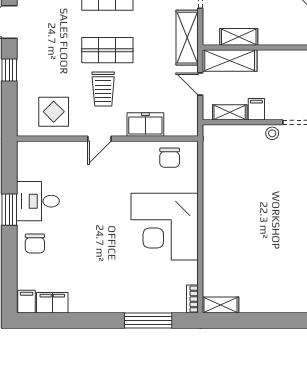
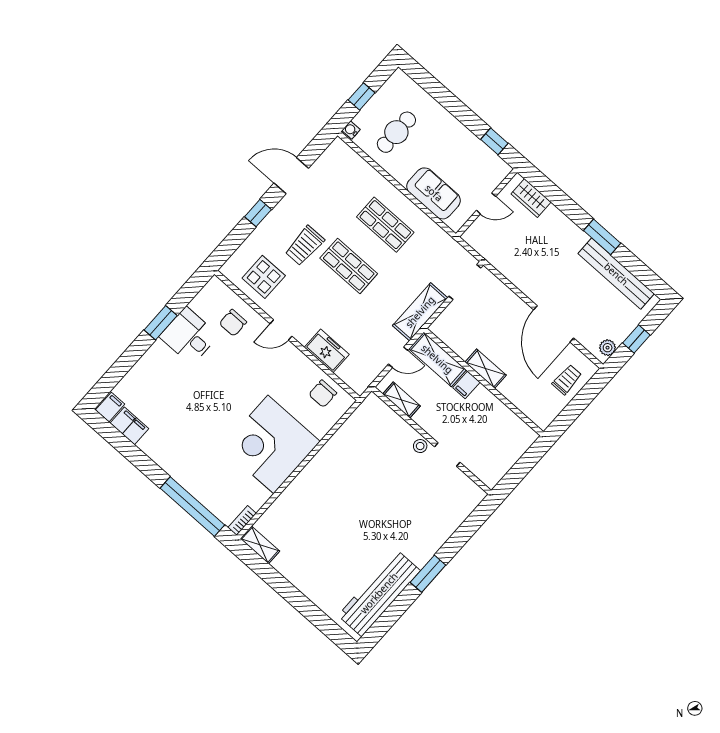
shelving: (239, 37) -> (486, 369), moved
door: (200, 84) -> (398, 357), swing flipped
trolley: (103, 89) -> (305, 246), moved
filing cabinet: (256, 109) -> (466, 385), moved, turned 180
chair: (35, 244) -> (233, 323), moved
window: (148, 321) -> (192, 507), width x1.46

